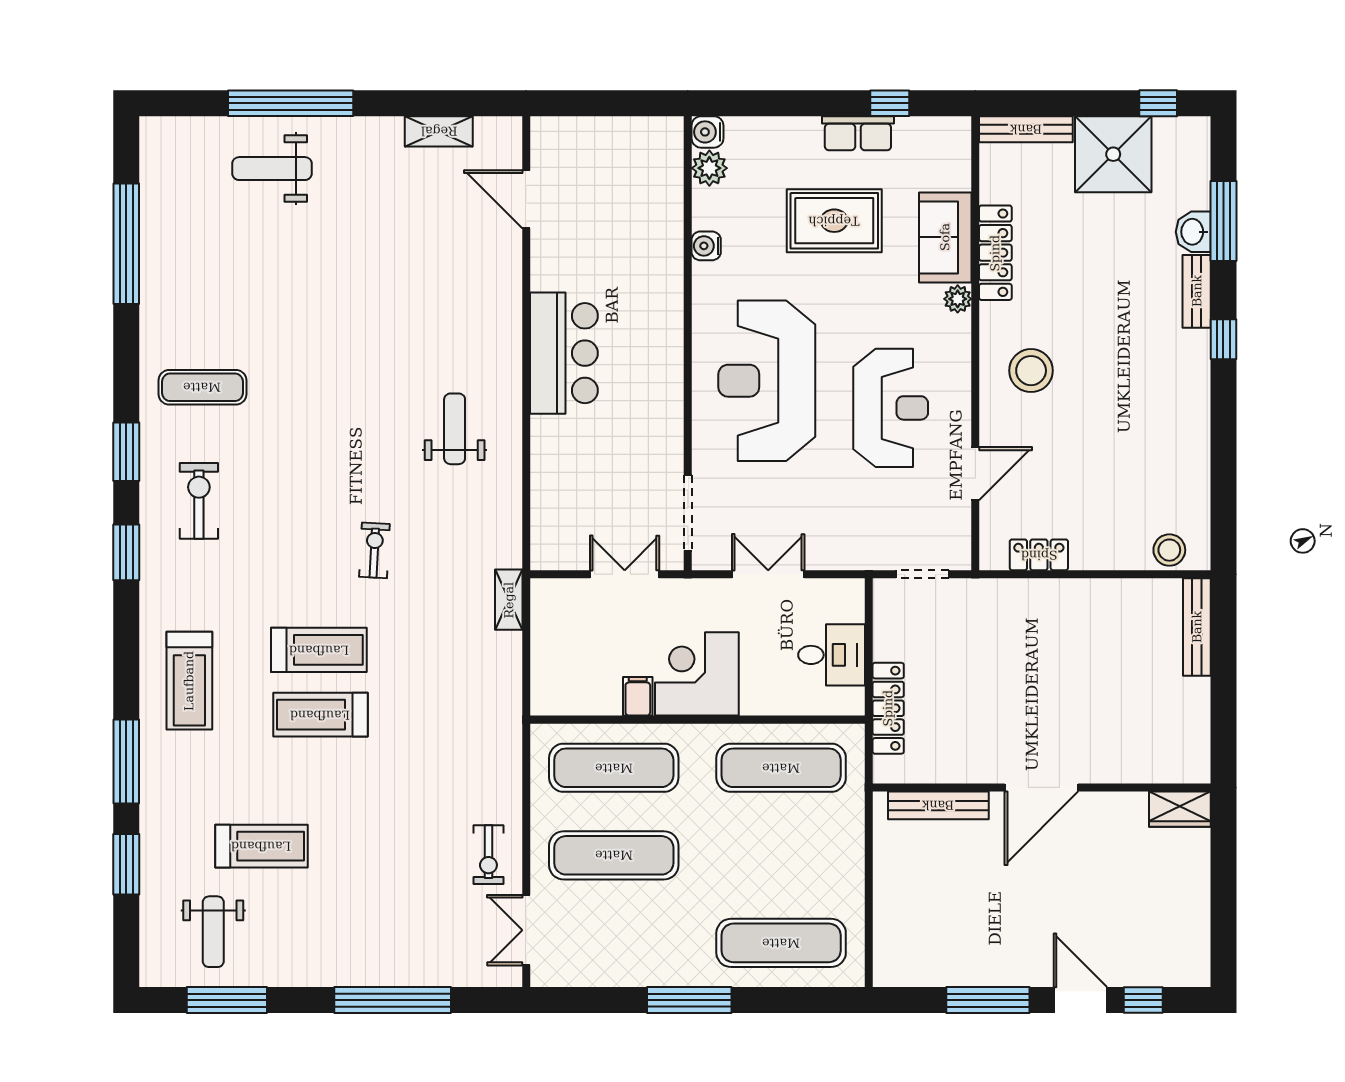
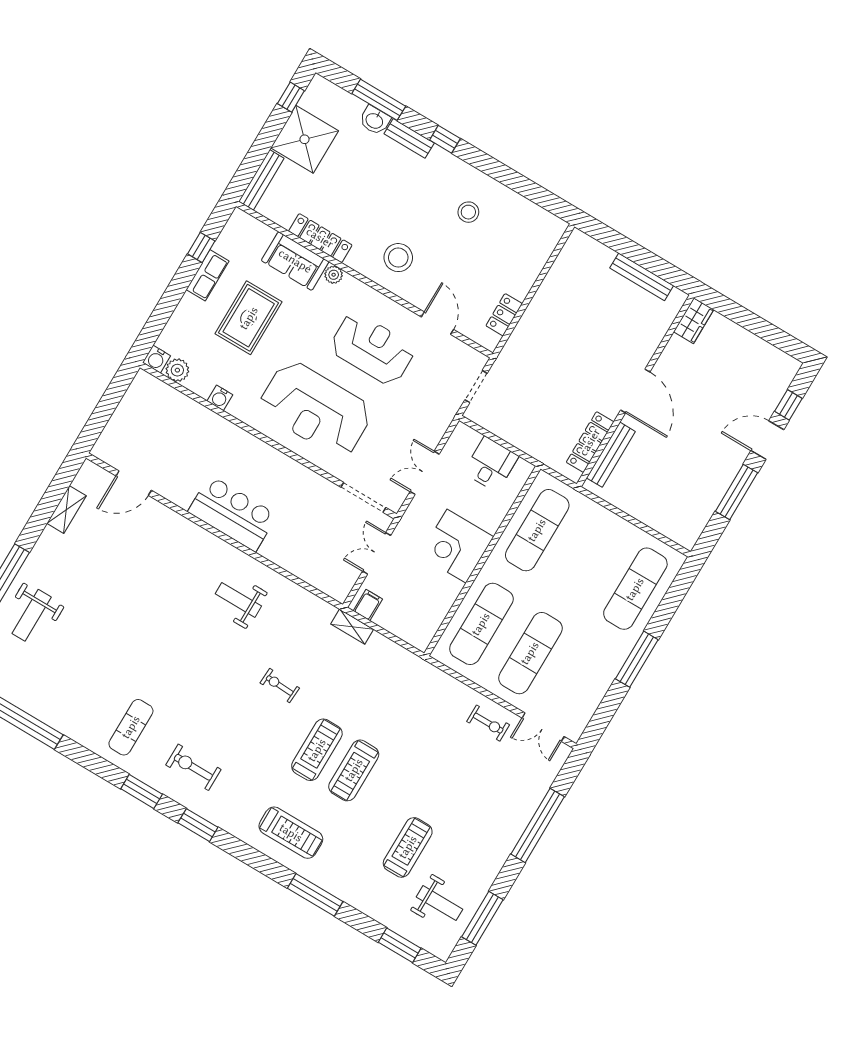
stool: (1169, 550) -> (468, 212), moved
bench: (1197, 627) -> (642, 277), moved
filing cabinet: (638, 696) -> (368, 605), moved, turned 90
locker: (888, 708) -> (590, 442), moved, turned -90
window: (126, 864) -> (400, 945), moved

